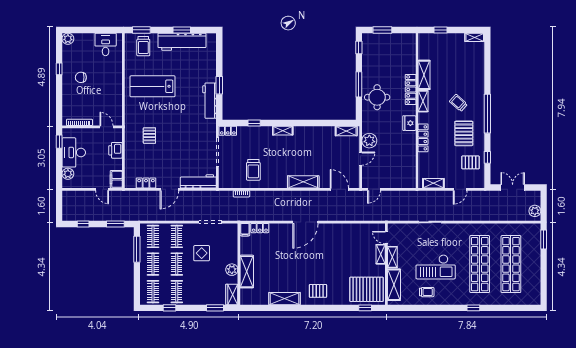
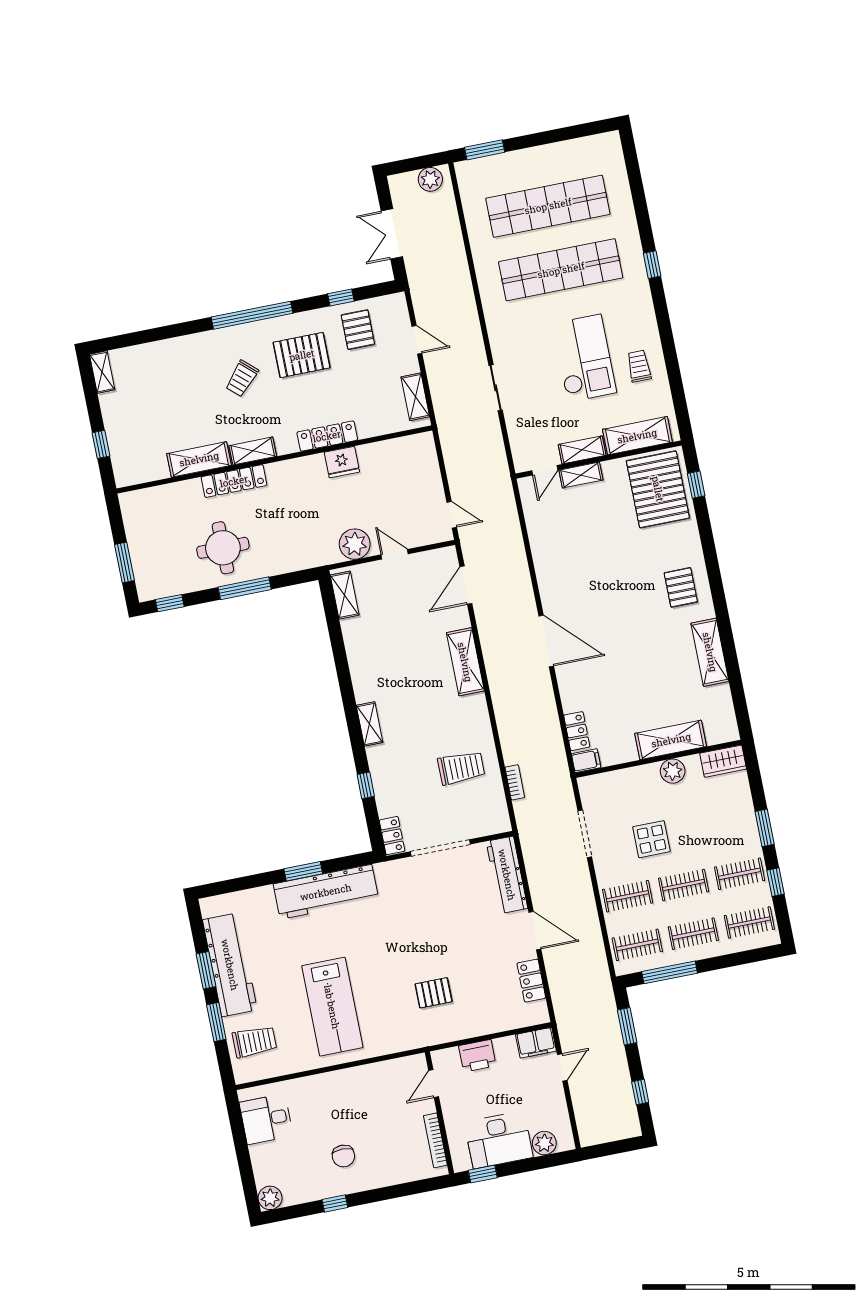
window: (141, 30) -> (216, 1022), moved
round table: (377, 97) -> (223, 548), moved
workbench: (210, 101) -> (326, 892), width x1.36, depth x1.32
fridge: (409, 123) -> (342, 462), moved
window: (215, 308) -> (765, 828), moved

